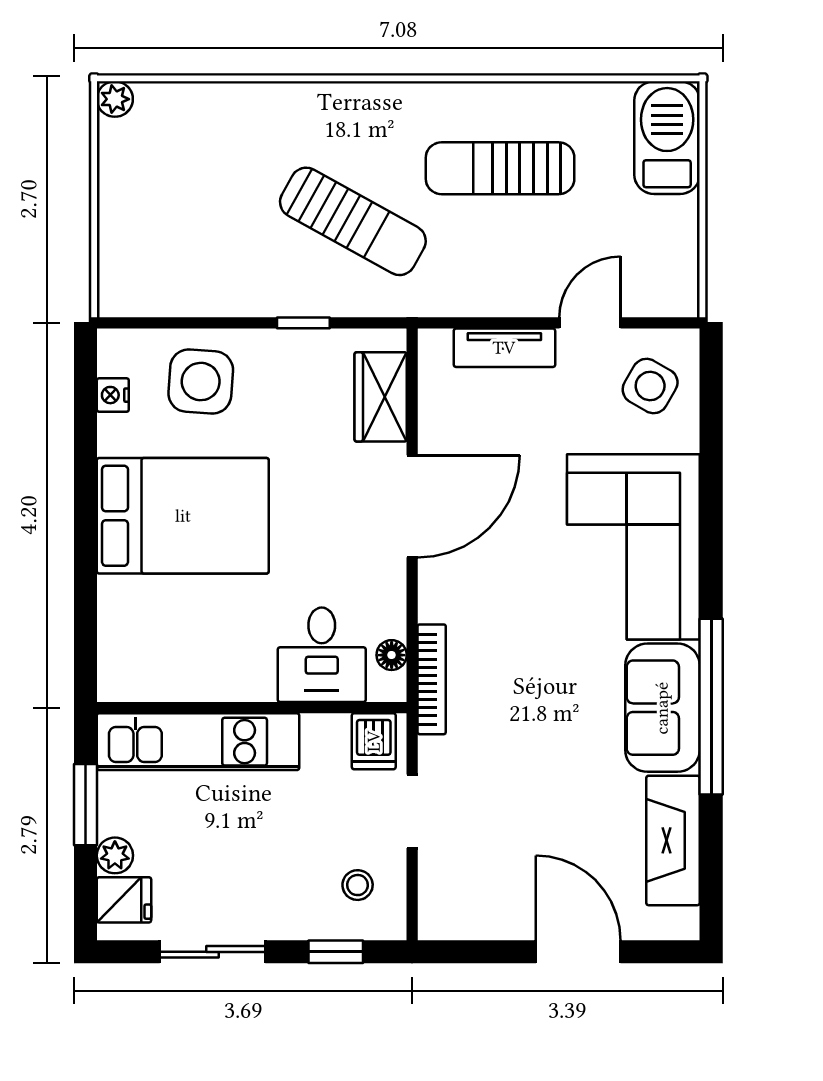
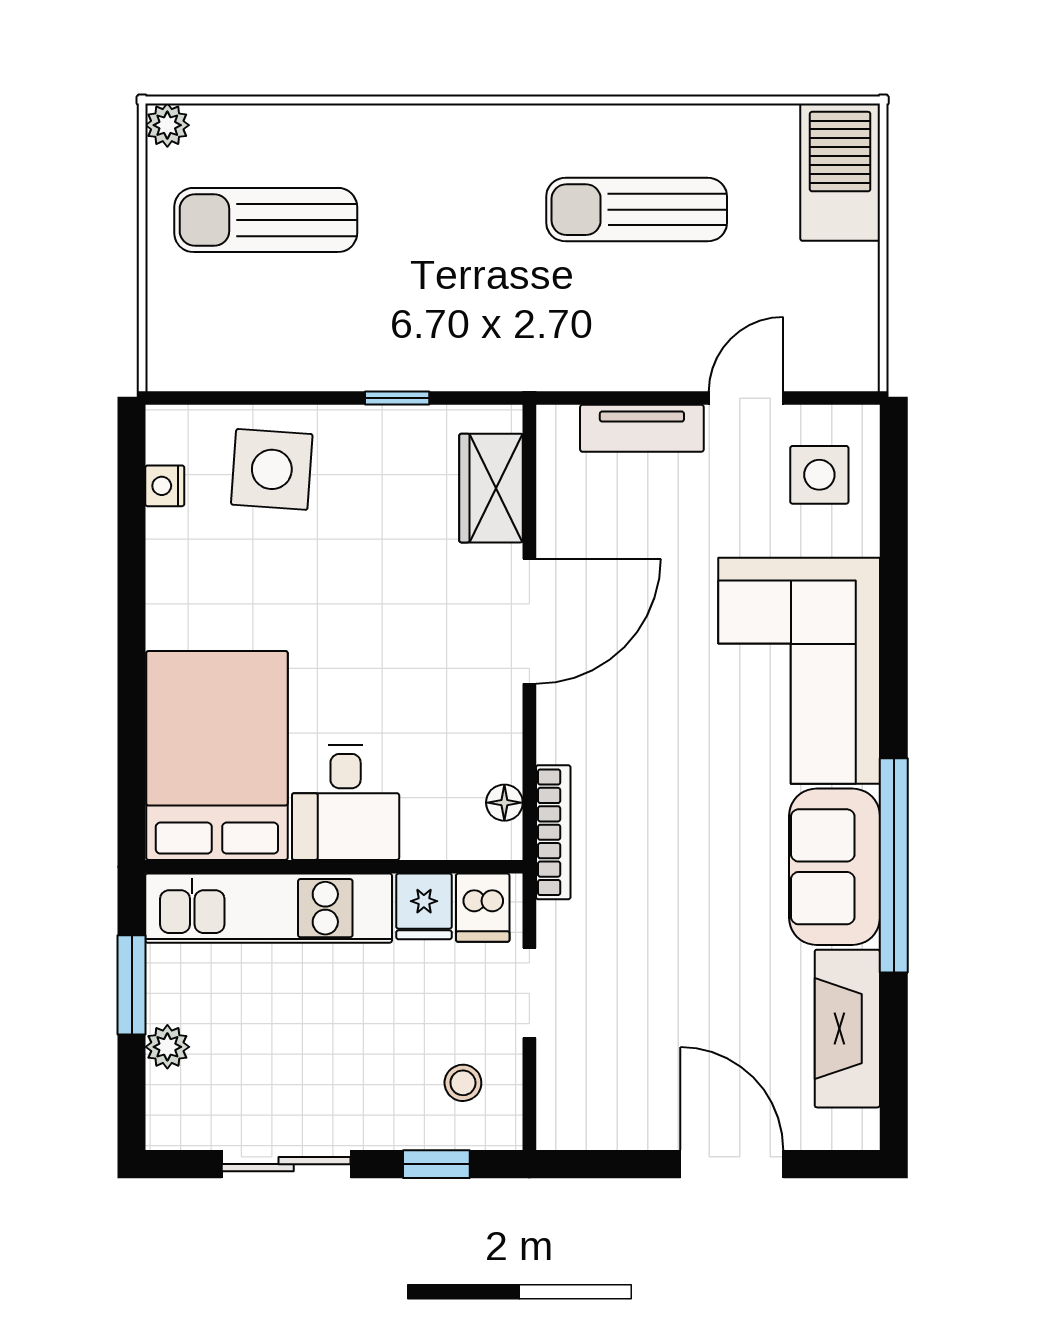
sun lounger: (353, 221) -> (266, 220), moved, turned 151
side table: (650, 386) -> (819, 475), turned -30
bed: (183, 516) -> (217, 755), moved, turned -90
desk: (322, 655) -> (346, 802), moved
fridge: (124, 900) -> (424, 906), moved, turned 90

